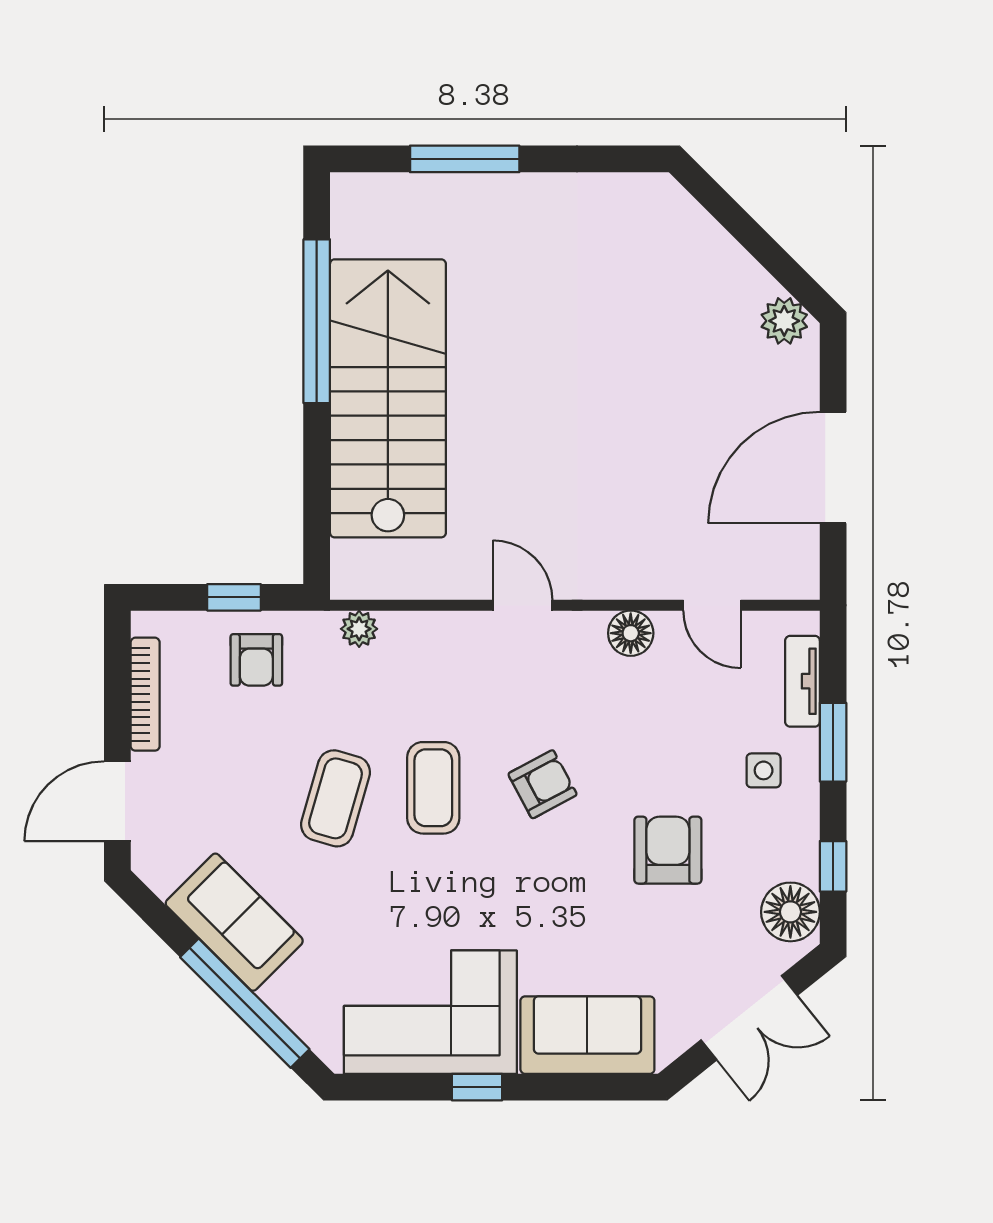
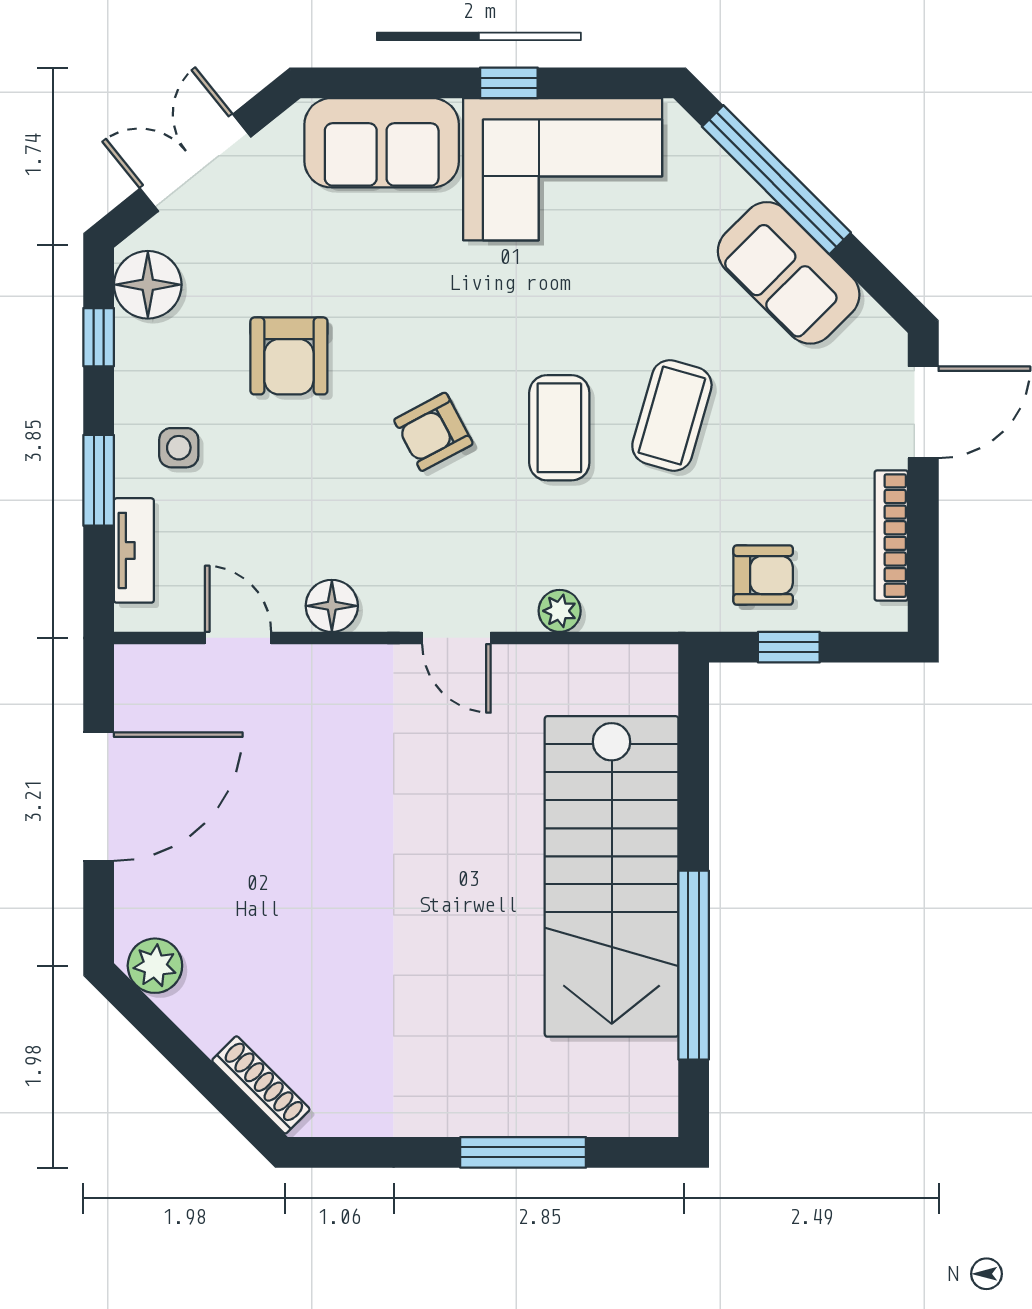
shoe rack: (692, 217) -> (261, 1085), added
plant: (359, 629) -> (560, 611), moved
armchair: (256, 660) -> (763, 575), turned 90

